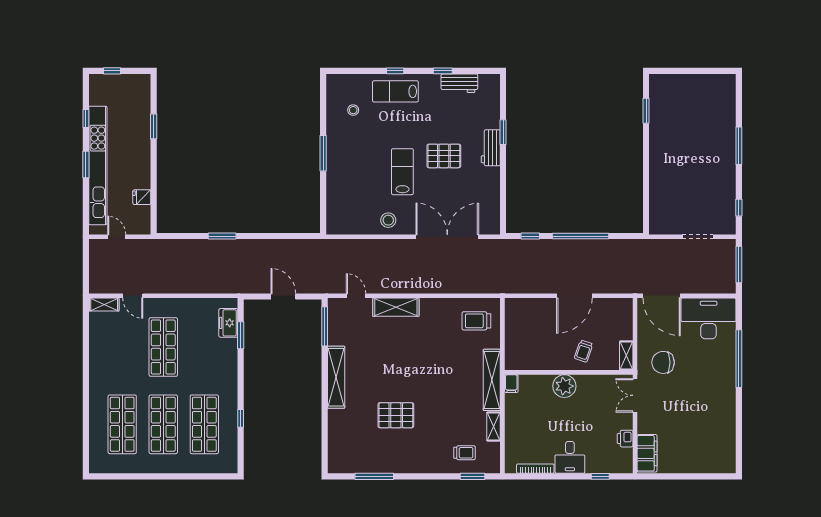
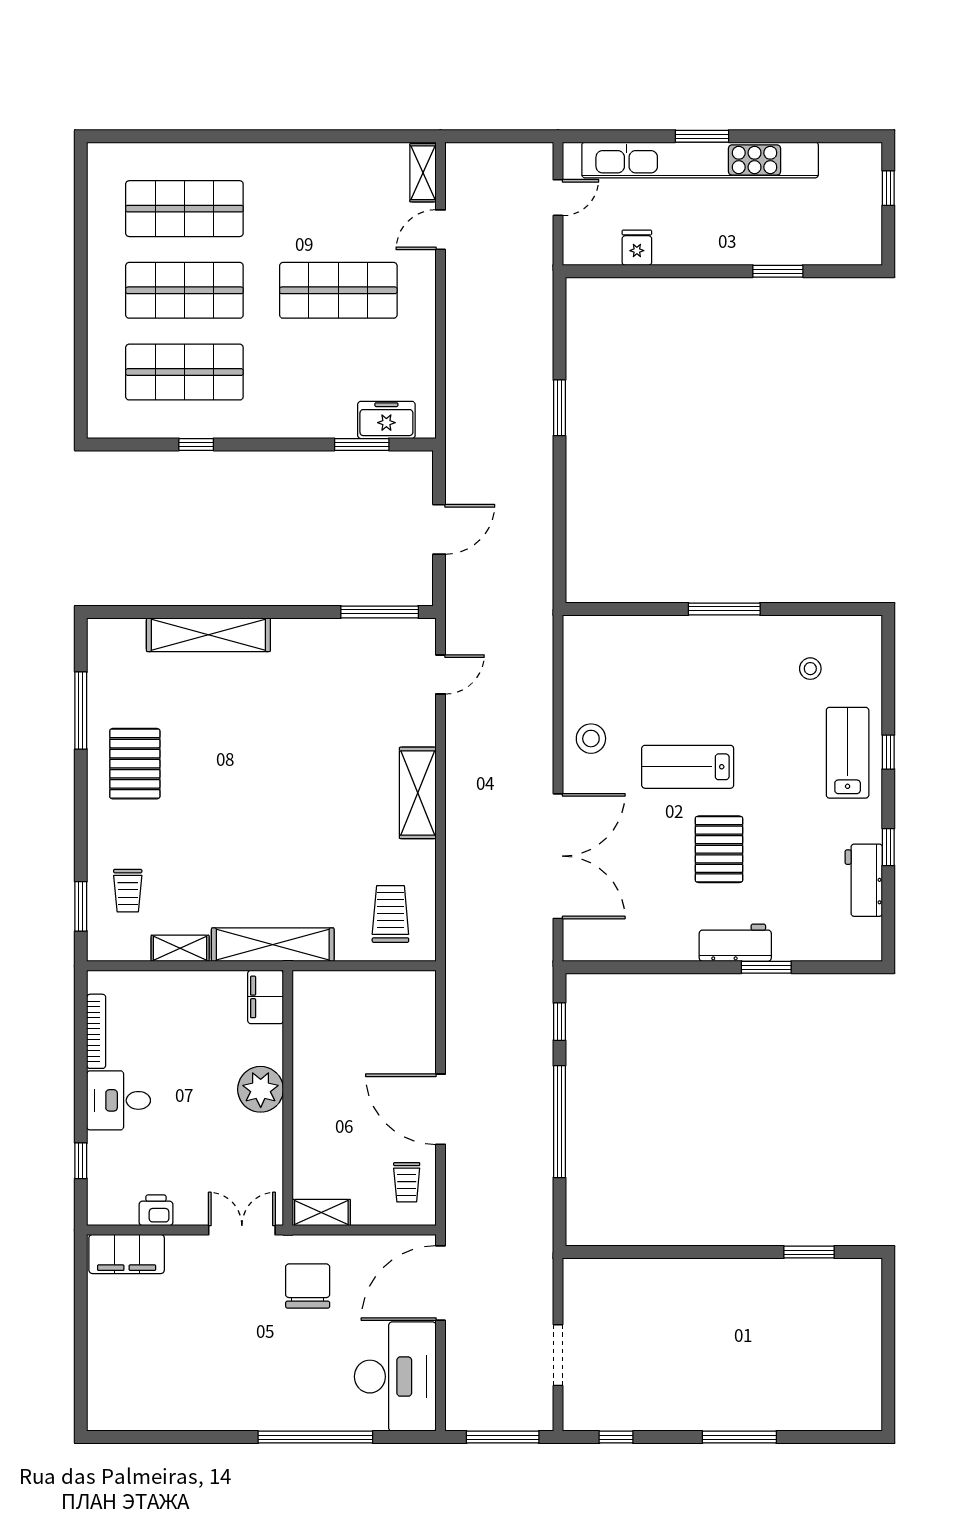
window: (86, 119) -> (794, 136), removed
lab bench: (402, 172) -> (688, 767), turned 180
shelving: (396, 307) -> (418, 793), moved
trolley: (584, 351) -> (407, 1182), moved, turned -109
shelving: (336, 377) -> (208, 635), moved
filing cabinet: (511, 384) -> (266, 997), width x2.00
pallet: (396, 415) -> (135, 764), moved

